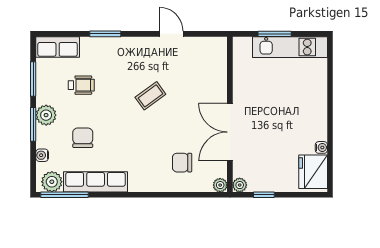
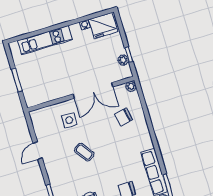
kitchen unit: (290, 47) -> (45, 40), moved, turned 90
side table: (199, 88) -> (69, 120), added
chair: (182, 163) -> (123, 117), turned 78
plant: (240, 185) -> (123, 60), moved

